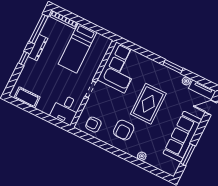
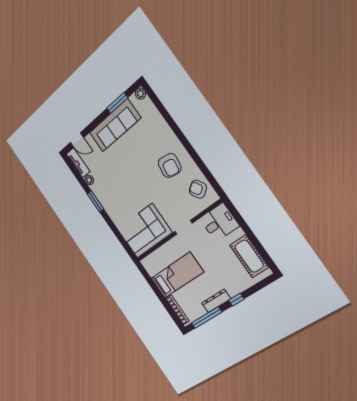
cot: (27, 97) -> (249, 256), width x1.37, depth x1.34
rug: (148, 104) -> (134, 179), removed
armchair: (93, 125) -> (198, 189), turned 146
armchair: (124, 130) -> (170, 165), turned 98
plant: (142, 156) -> (140, 94), moved

